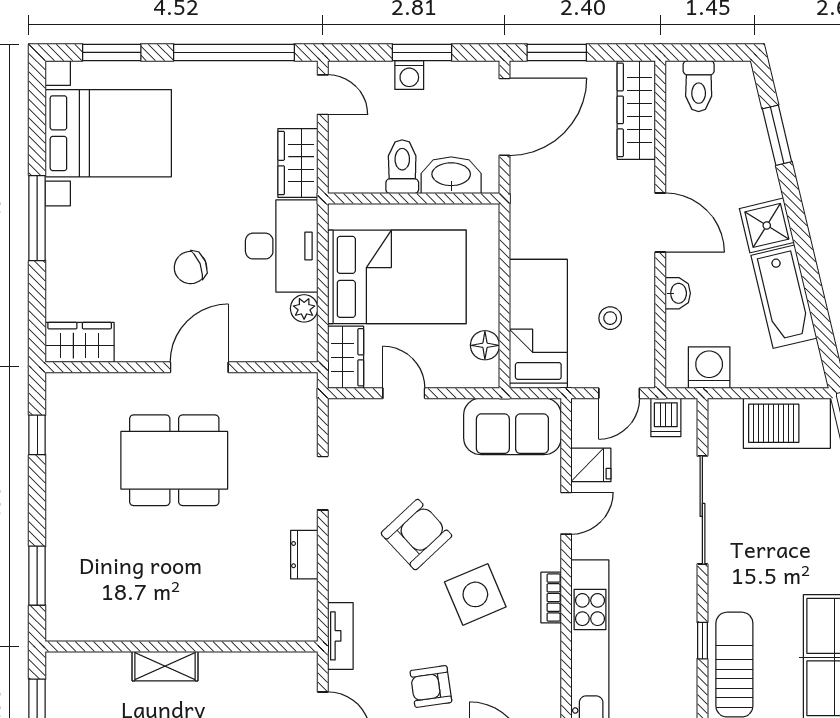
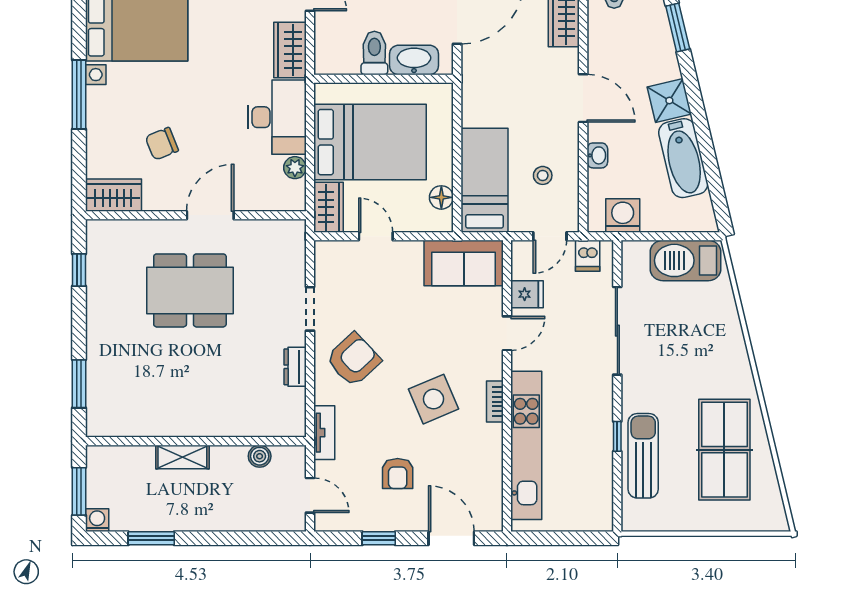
chair: (190, 268) -> (162, 144), moved
armchair: (416, 535) -> (353, 360), moved
boiler: (260, 665) -> (260, 456), added
armchair: (431, 687) -> (398, 474), turned -82

